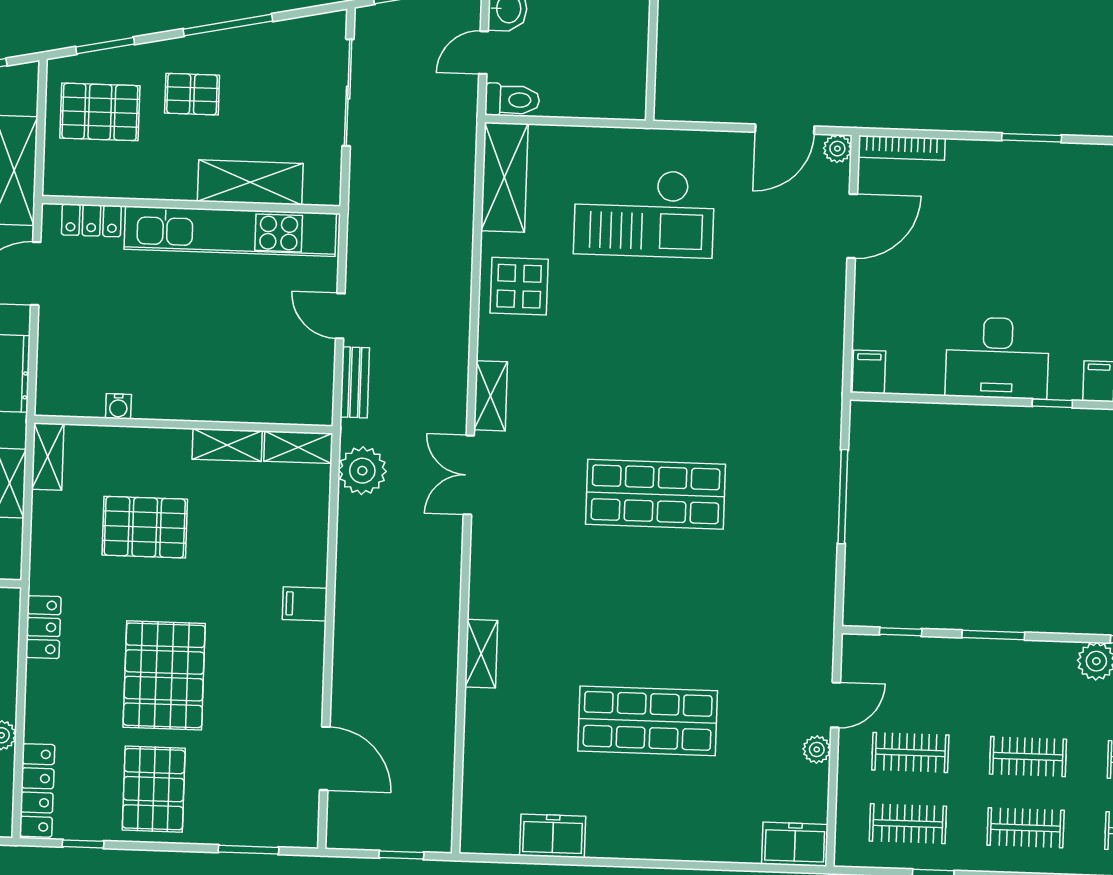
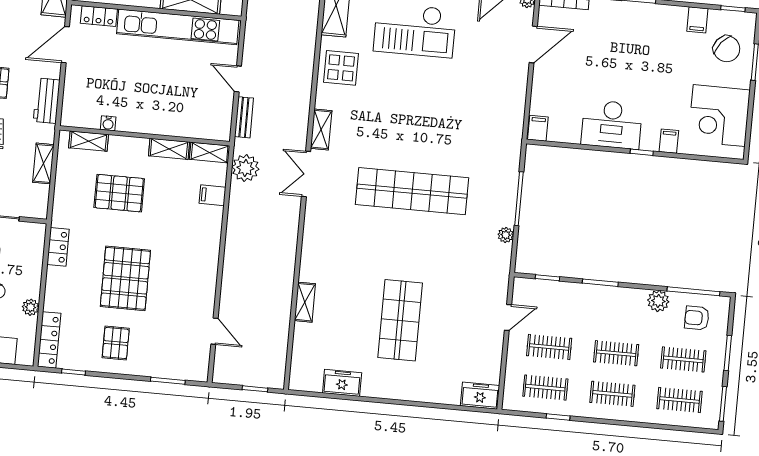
shelving: (48, 457) -> (89, 141), moved, turned 90
shop shelf: (656, 494) -> (412, 191), width x1.40
filing cabinet: (305, 604) -> (212, 195), moved
shelving: (481, 654) -> (305, 302), moved
shop shelf: (648, 721) -> (400, 320), turned 90
plant: (817, 749) -> (506, 235), moved
door: (325, 758) -> (214, 331), width x0.73
pallet: (154, 789) -> (116, 343), width x0.67, depth x0.71

